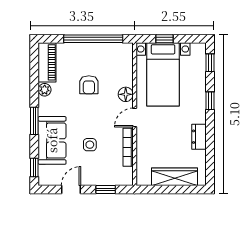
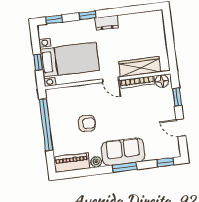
floor lamp: (126, 94) -> (162, 81), moved
dresser: (199, 137) -> (107, 23), moved
sofa: (52, 140) -> (123, 152), moved
side table: (90, 145) -> (139, 116), removed
wardrobe: (174, 177) -> (139, 67), moved, turned 90

